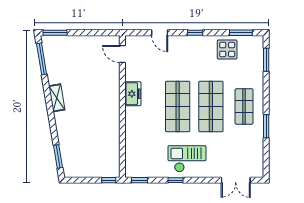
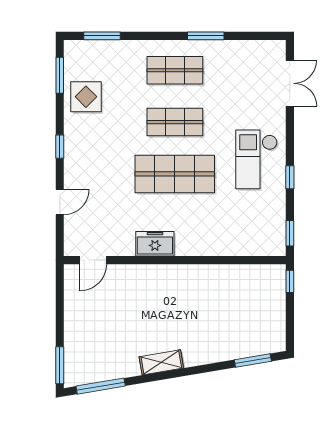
shop shelf: (211, 106) -> (175, 122), width x0.70, depth x0.74

